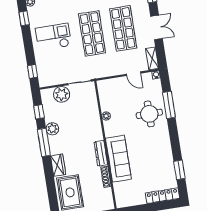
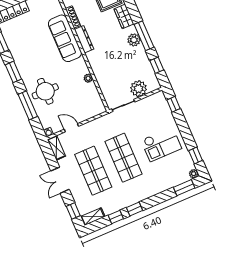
plant: (52, 129) -> (134, 40), moved
window: (175, 140) -> (13, 72), added

